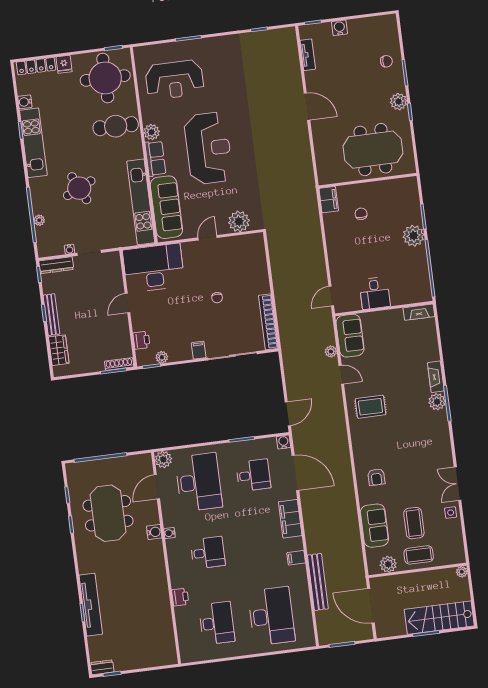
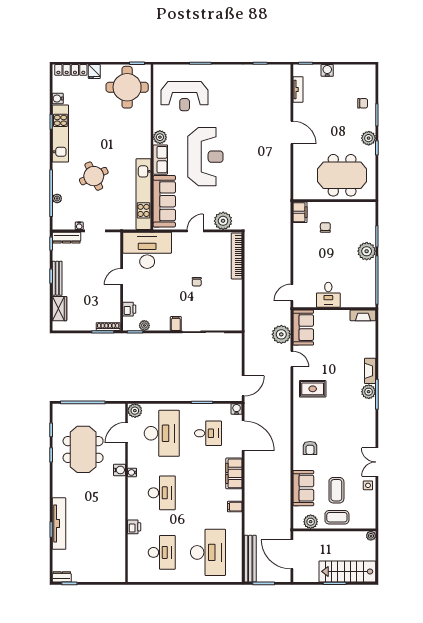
cafe table: (116, 126) -> (131, 128), removed
bookcase: (268, 322) -> (237, 256), moved
plant: (331, 352) -> (281, 334), width x1.87, depth x1.87
desk: (208, 553) -> (162, 493), width x1.37
bench: (318, 582) -> (250, 559), moved

